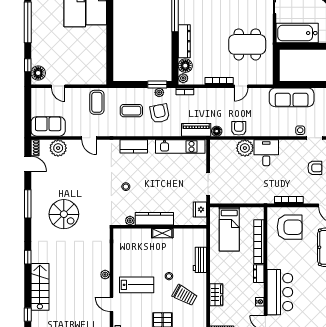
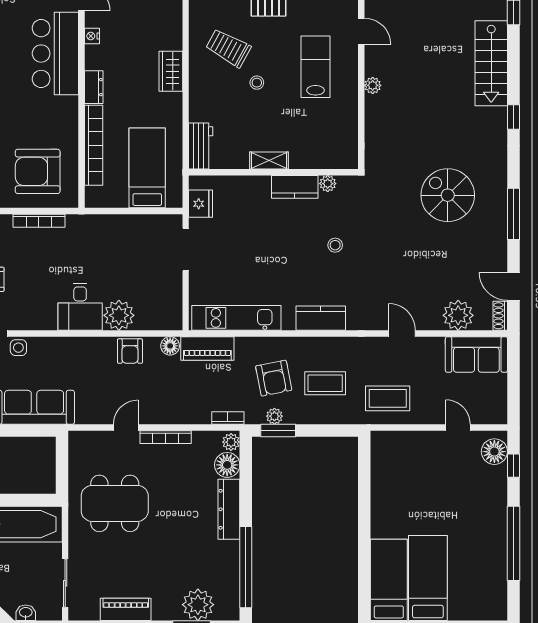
coffee table: (97, 102) -> (388, 398), turned 90
kitchen counter: (154, 219) -> (295, 187), width x0.67
workbench: (200, 260) -> (201, 146), moved
lab bench: (137, 285) -> (315, 67), turned 90
wardrobe: (216, 295) -> (171, 71), moved

